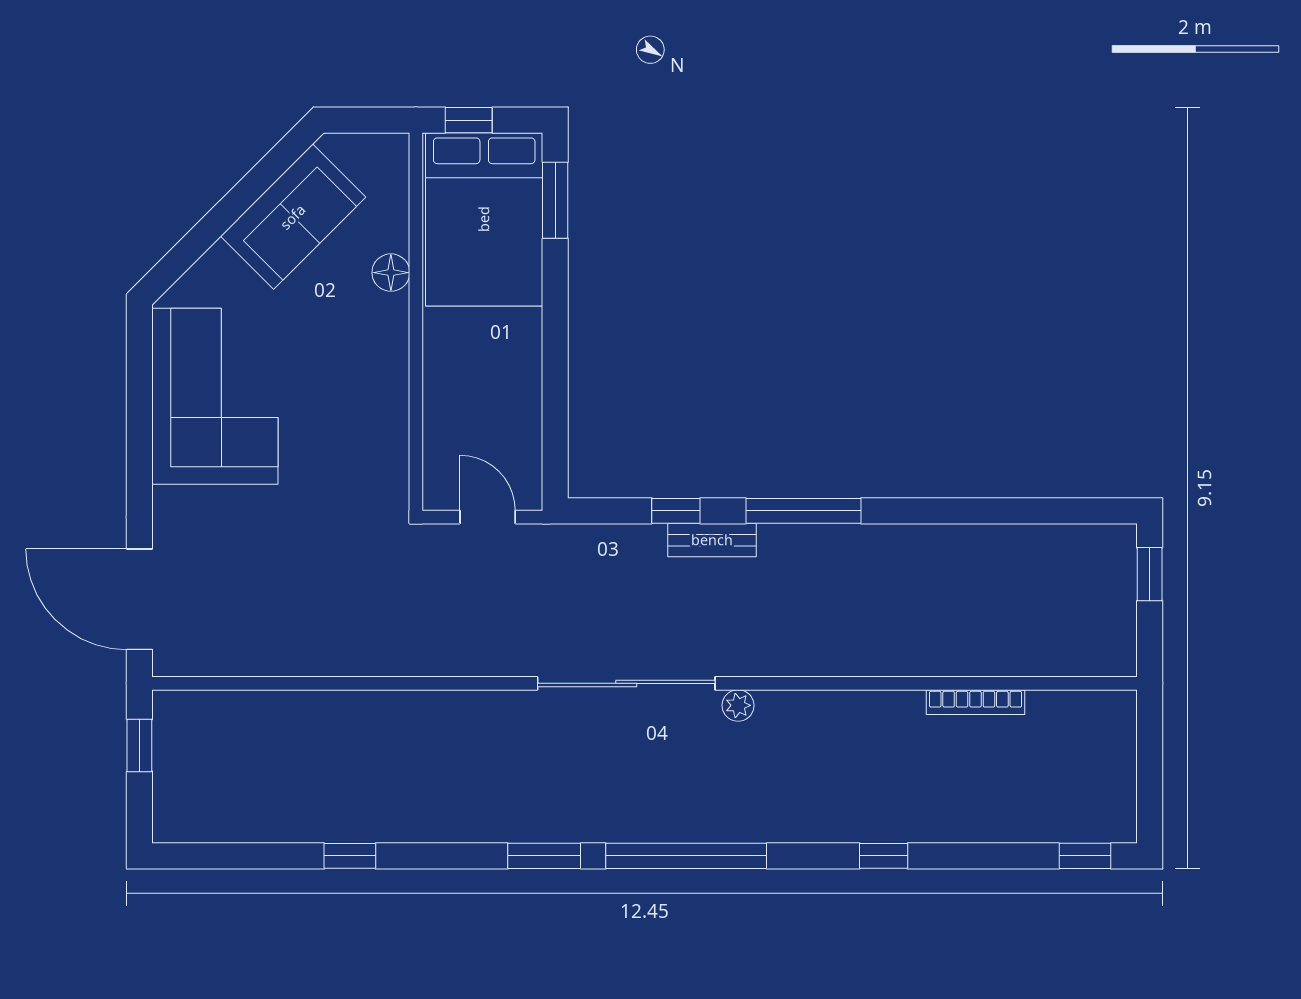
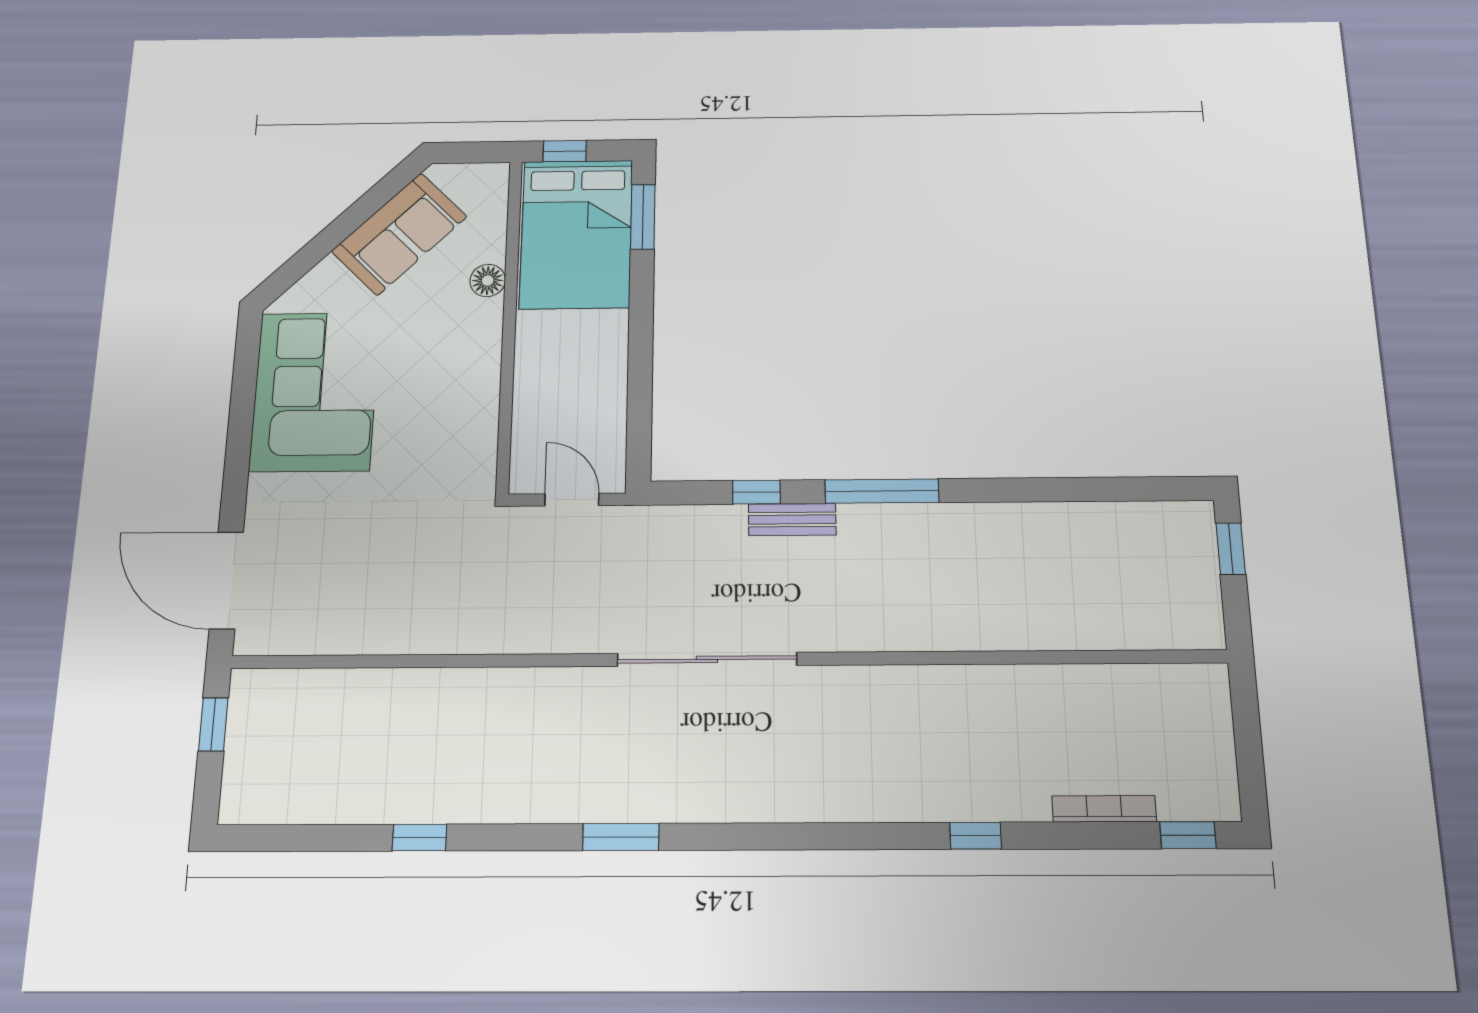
bookcase: (975, 702) -> (1104, 809), moved, turned 180
plant: (738, 705) -> (821, 681), removed
window: (686, 856) -> (769, 836), removed

